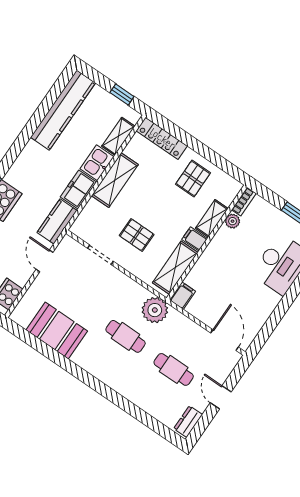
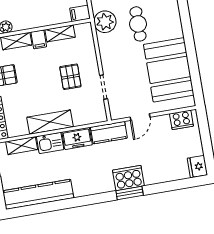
shelving: (175, 268) -> (60, 33), width x0.67, depth x0.75
booth: (57, 331) -> (169, 70), width x1.36, depth x1.42

